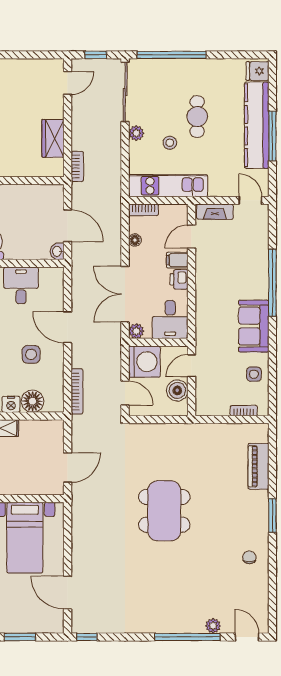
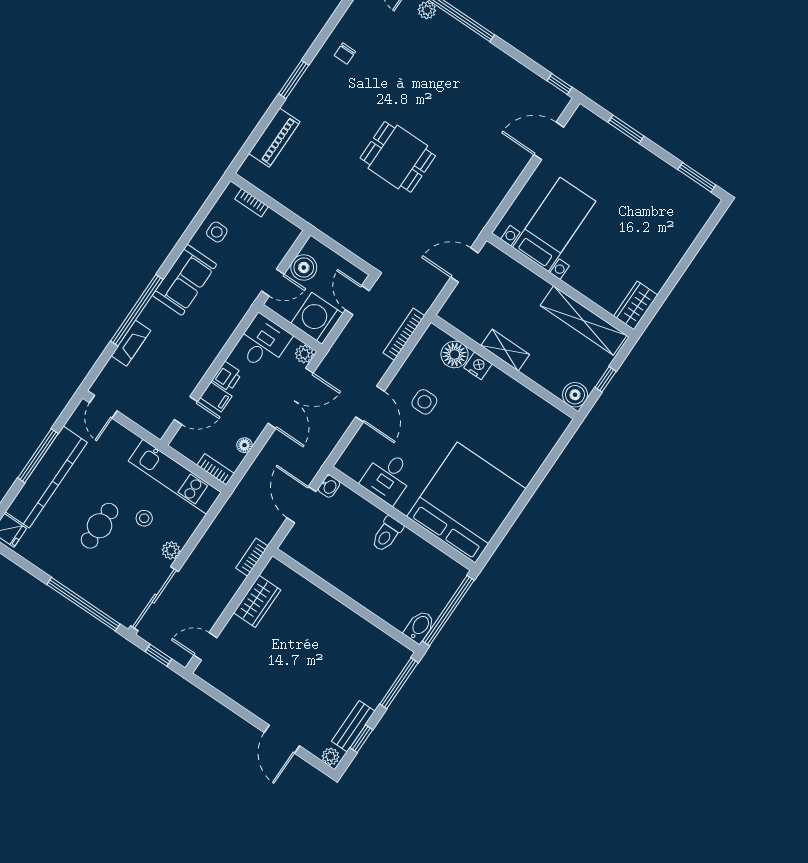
fireplace: (215, 212) -> (131, 343), moved, turned 90
dining table: (164, 511) -> (398, 157), width x0.73
door: (68, 593) -> (549, 141), swing flipped

